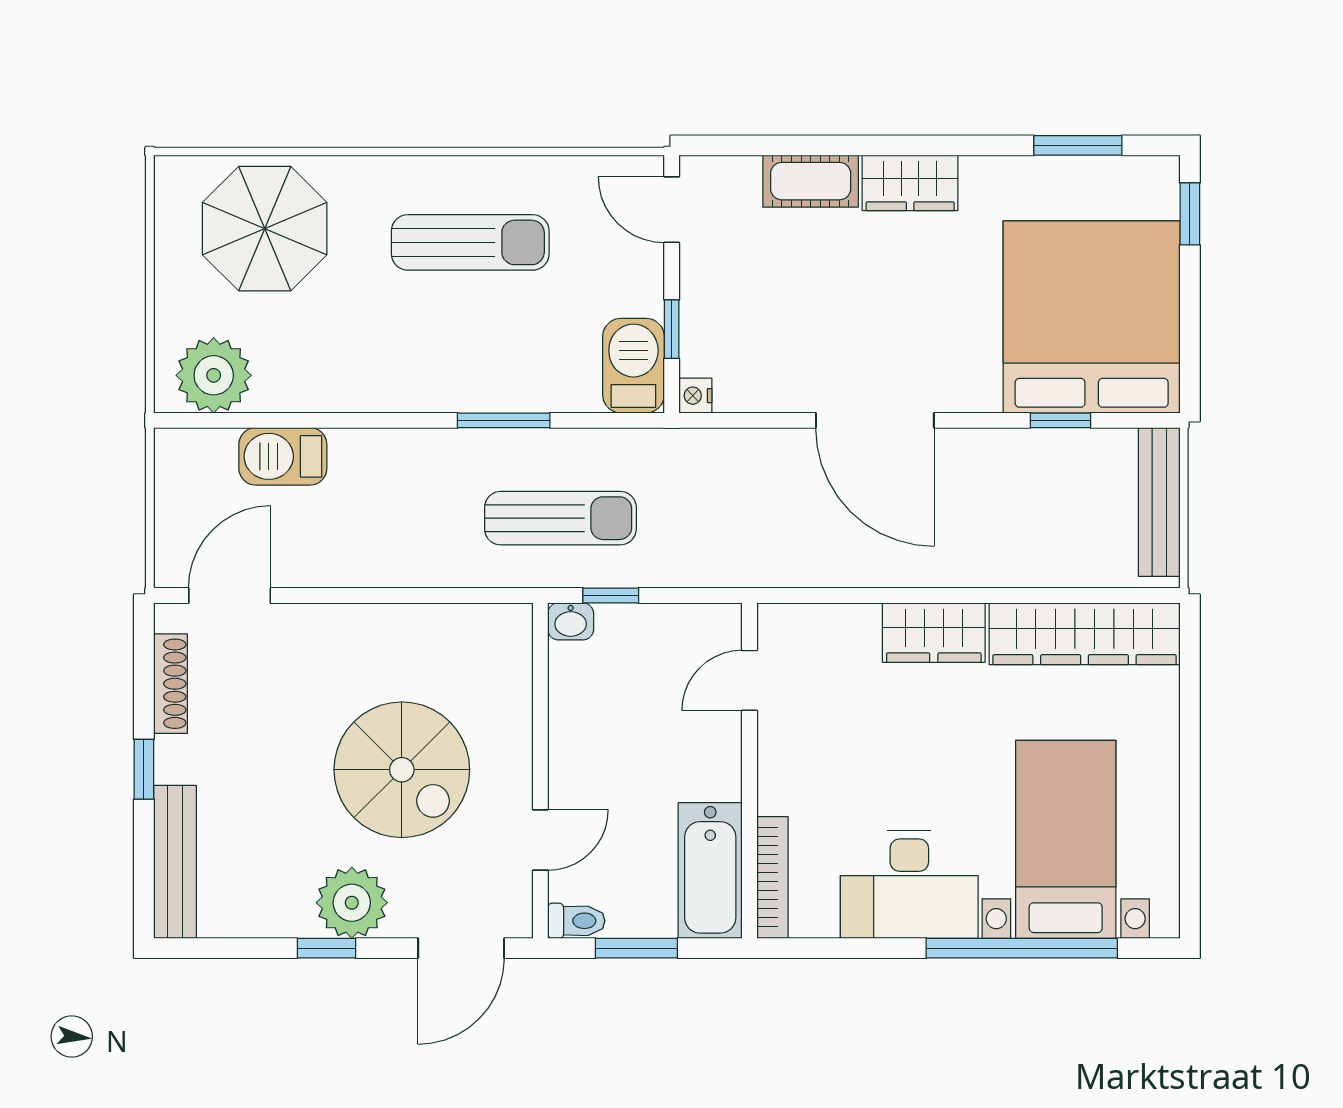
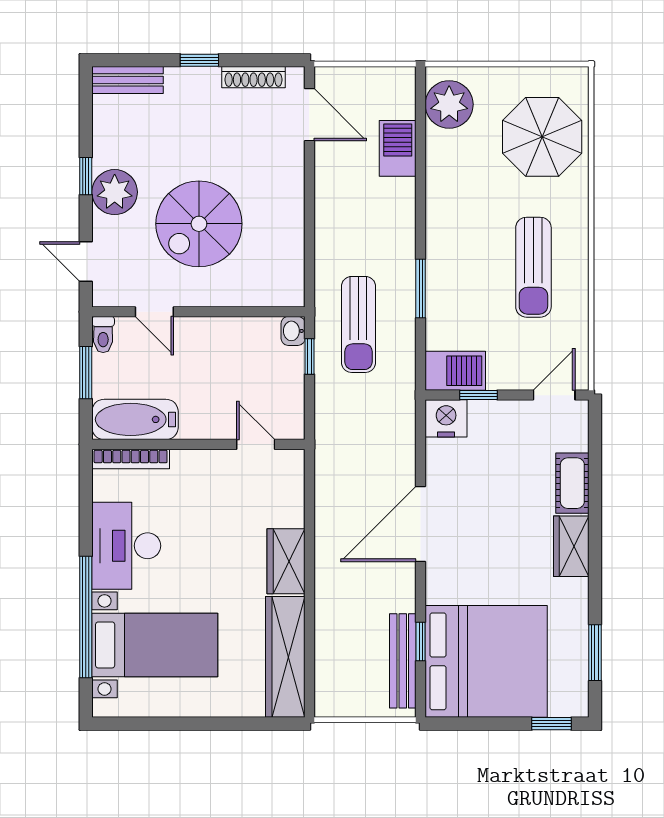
nightstand: (695, 396) -> (446, 418), width x1.89, depth x1.79
bench: (1159, 502) -> (403, 661), moved, turned 90
bench: (175, 862) -> (128, 80), width x0.73
door: (461, 948) -> (86, 261), width x0.73

